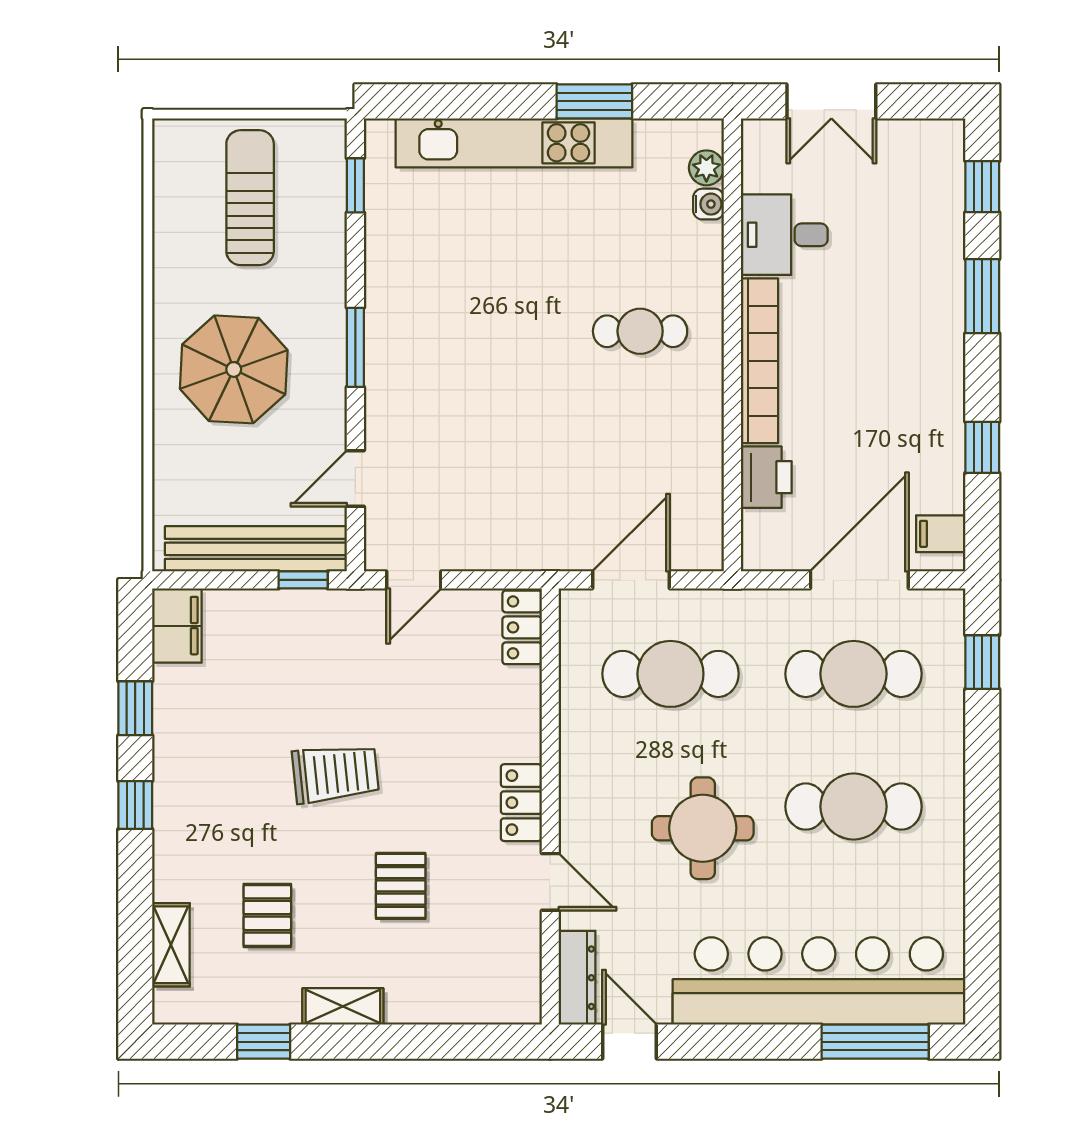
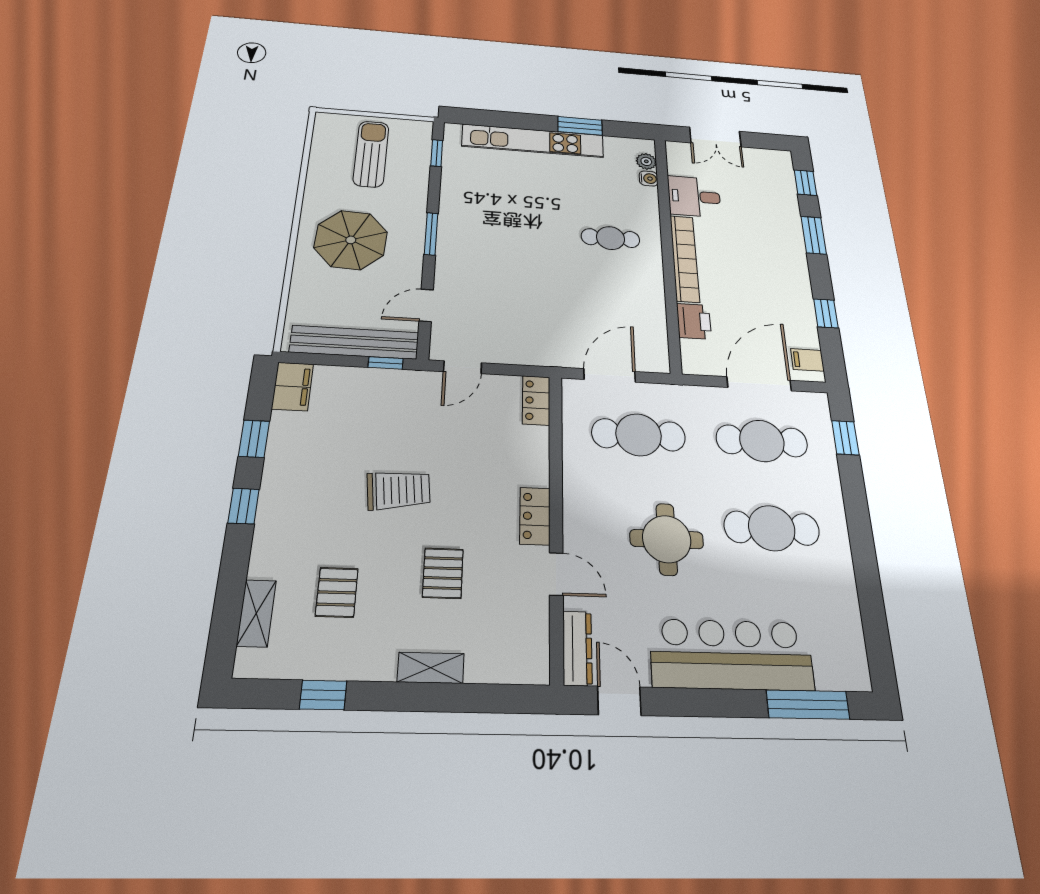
bar counter: (819, 981) -> (732, 655), width x0.73
shelving: (343, 1006) -> (431, 668), moved

